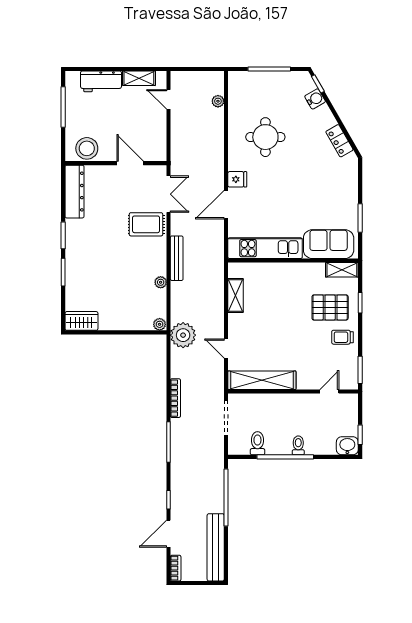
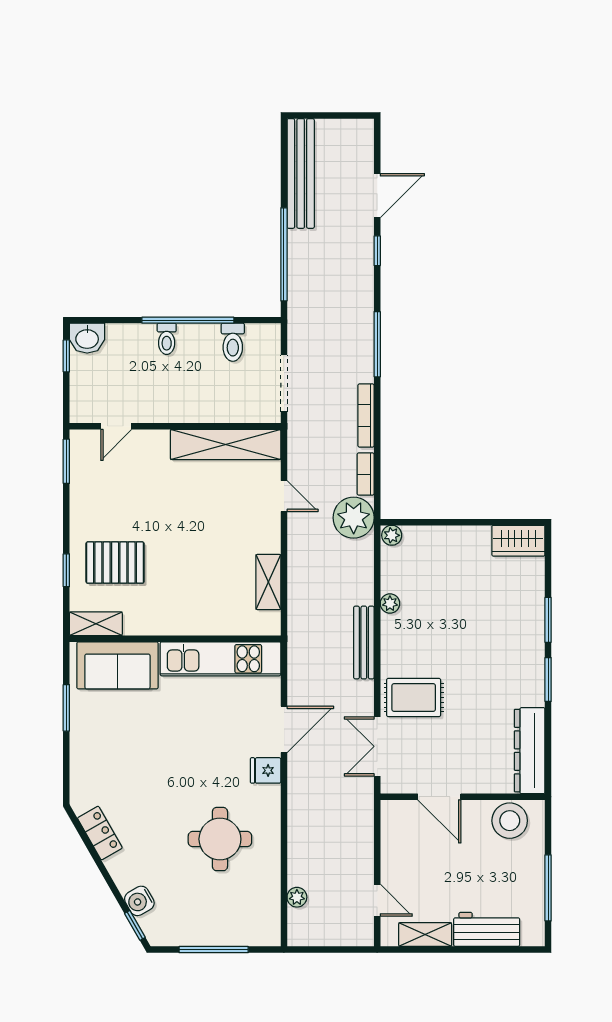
trolley: (342, 337) -> (95, 514), removed
bookcase: (176, 568) -> (366, 474), moved

